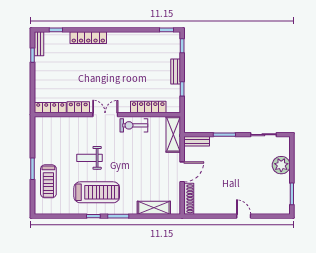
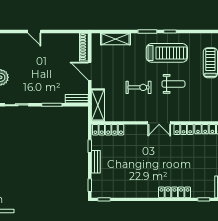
locker: (148, 107) -> (108, 130), moved
exercise bike: (134, 125) -> (138, 87), moved
door: (182, 172) -> (90, 71), hinge flipped
treadmill: (97, 192) -> (167, 53), turned 180

